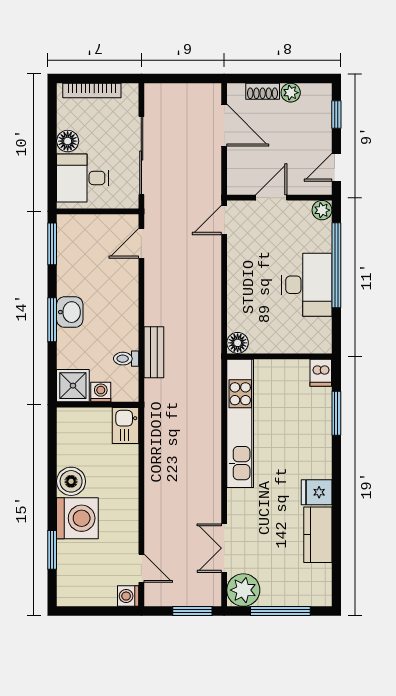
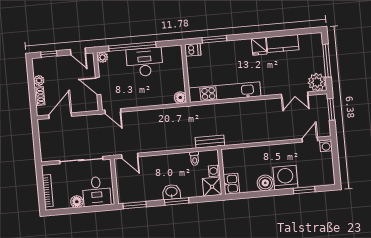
bench: (154, 352) -> (210, 142), moved
kitchen sink: (125, 425) -> (231, 184), moved, turned -90

